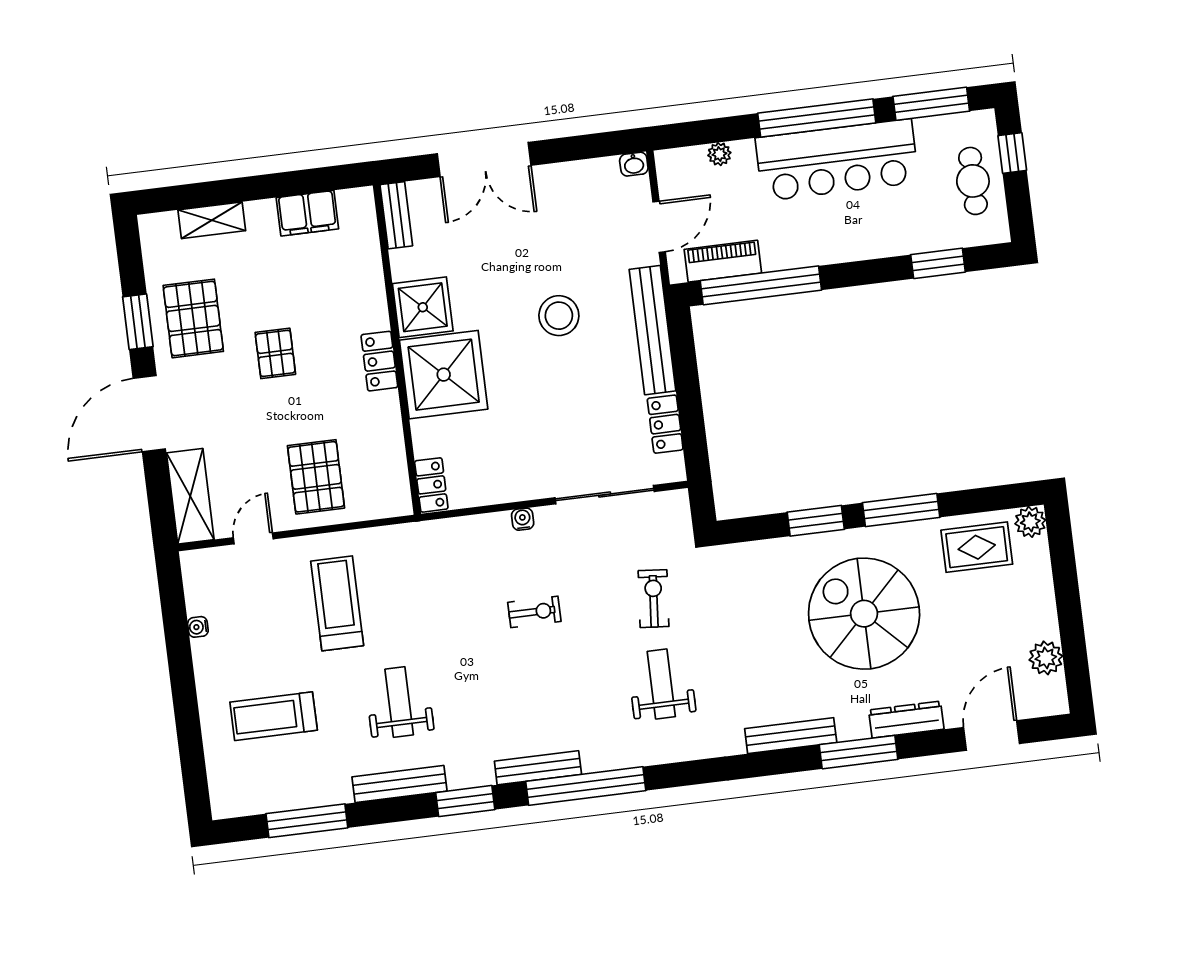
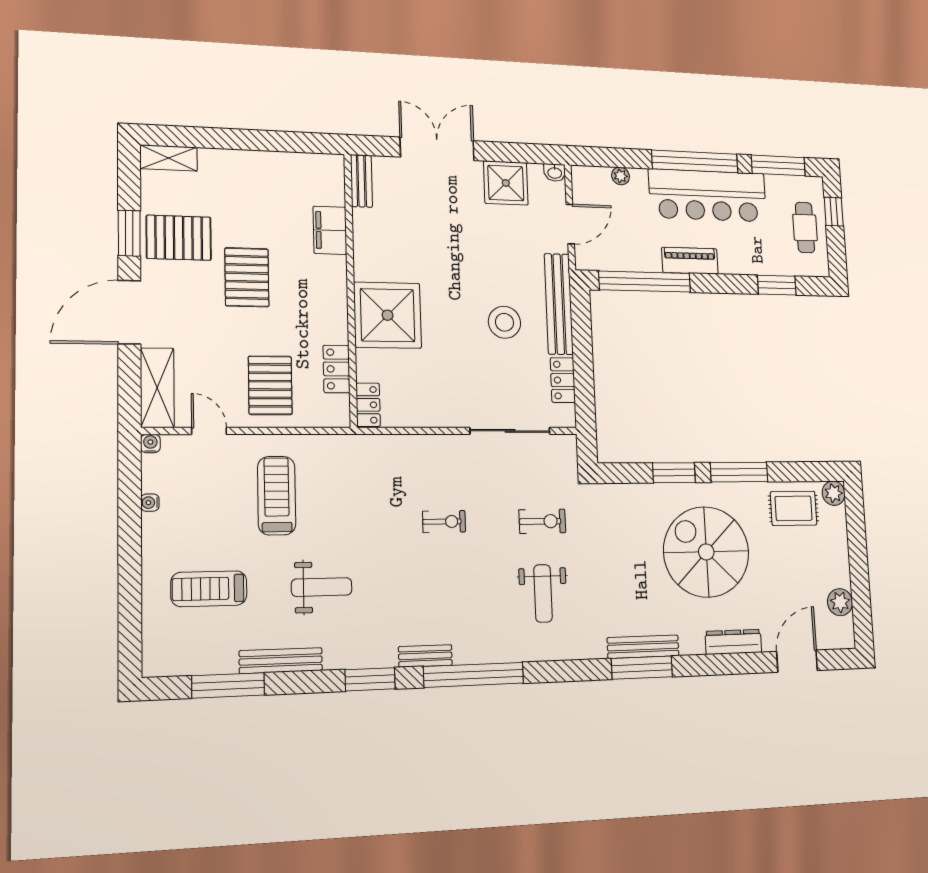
double door: (484, 159) -> (437, 149), swing flipped
filing cabinet: (307, 213) -> (330, 230), moved, turned 90
shelving: (212, 220) -> (169, 158), moved
piano: (723, 261) -> (690, 261), moved
shower: (423, 307) -> (506, 183), moved
stool: (559, 316) -> (504, 322), moved
pallet: (193, 318) -> (179, 238), turned 90
pallet: (275, 353) -> (247, 277), width x1.50, depth x1.42
locker: (379, 361) -> (337, 369), moved
water cooler: (523, 519) -> (150, 443), moved
door: (253, 538) -> (209, 431), hinge flipped
exercise bike: (654, 599) -> (542, 521), turned 85
weight bench: (661, 684) -> (543, 593), turned 180
weight bench: (399, 702) -> (322, 587), turned 90
window: (859, 752) -> (642, 668), moved
bench: (538, 768) -> (425, 656), width x0.73
bench: (399, 784) -> (281, 661), moved

